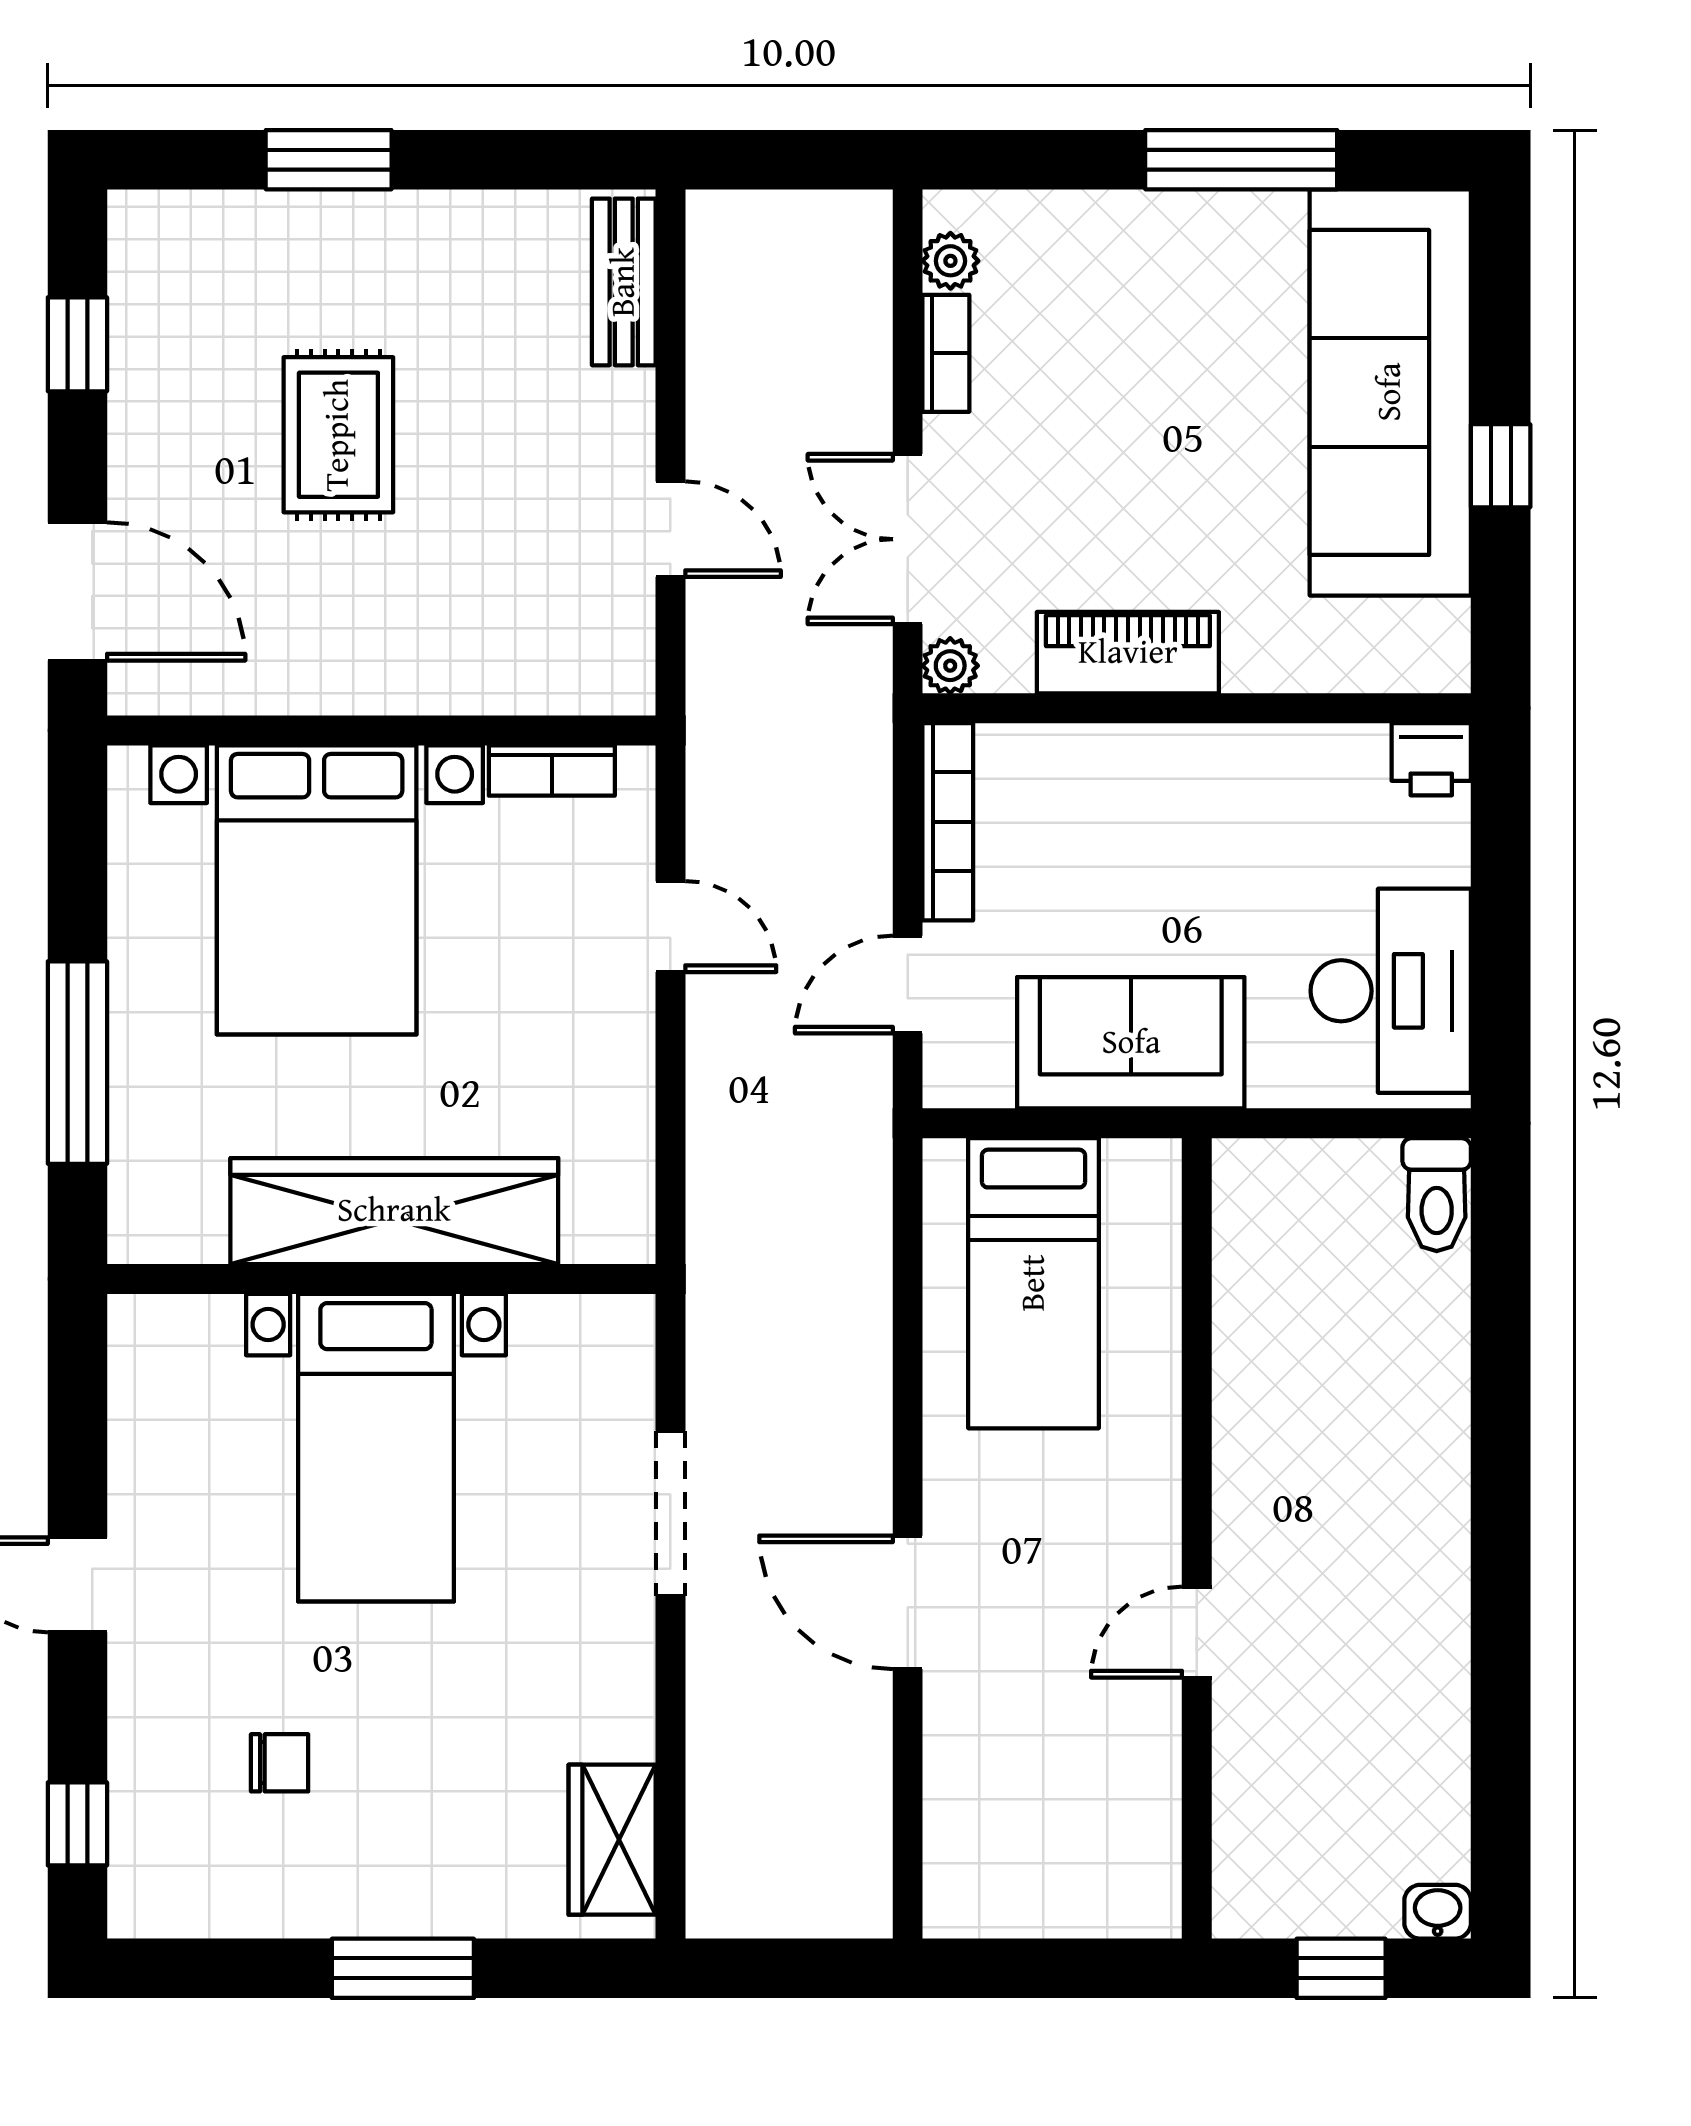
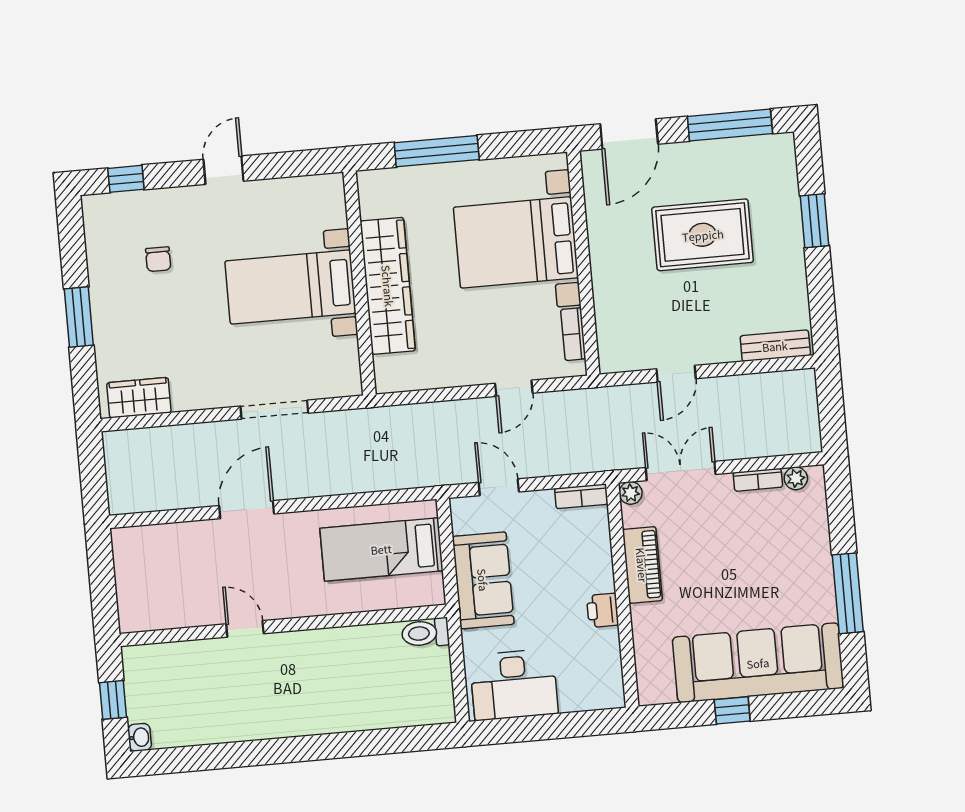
window: (77, 344) -> (730, 125), width x2.17
rug: (338, 435) -> (703, 235), width x1.36, depth x1.43
printer: (1431, 759) -> (603, 610), moved
bookcase: (948, 822) -> (581, 496), width x0.64
toilet: (1437, 1195) -> (425, 633), moved

